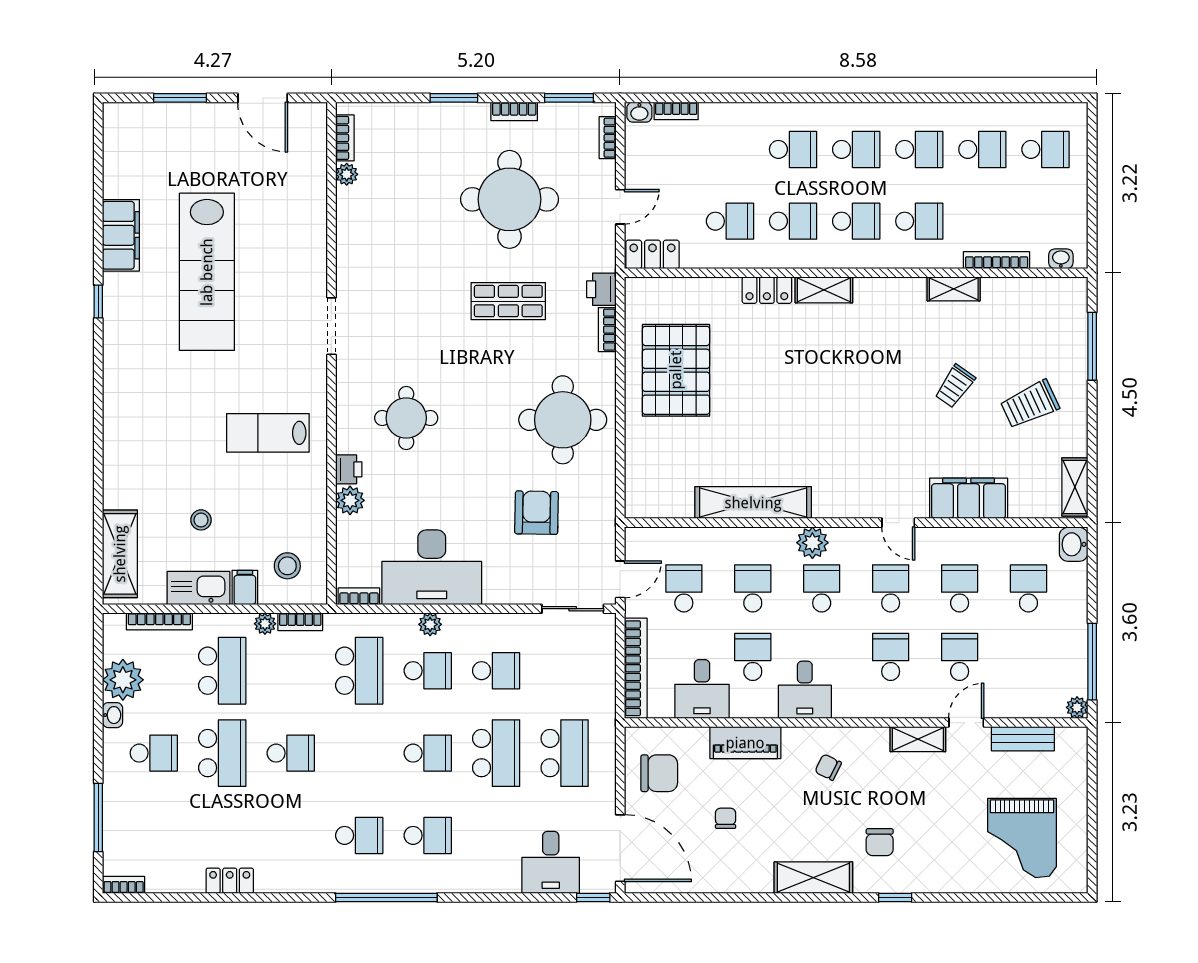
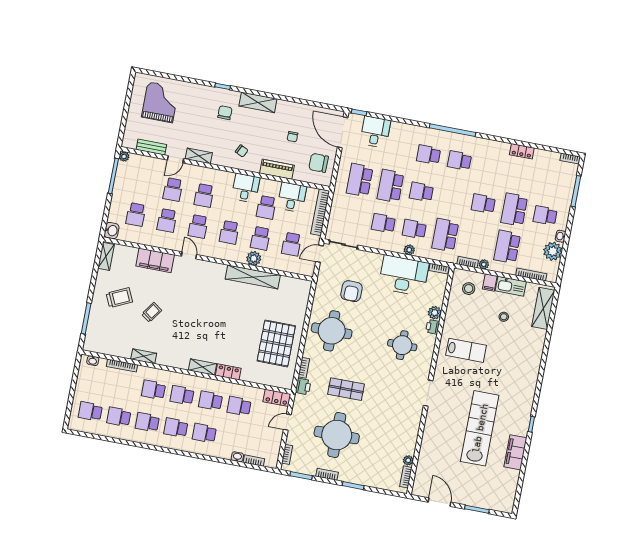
washbasin: (639, 112) -> (237, 457), moved
plant: (812, 543) -> (254, 258), moved

